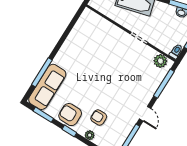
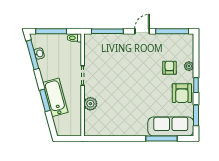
plant: (160, 61) -> (90, 104), moved
armchair: (99, 118) -> (169, 68), turned 180

